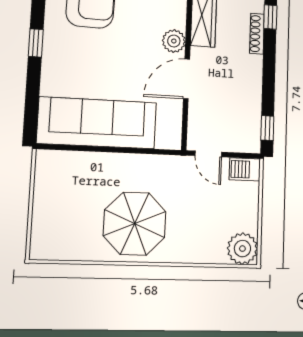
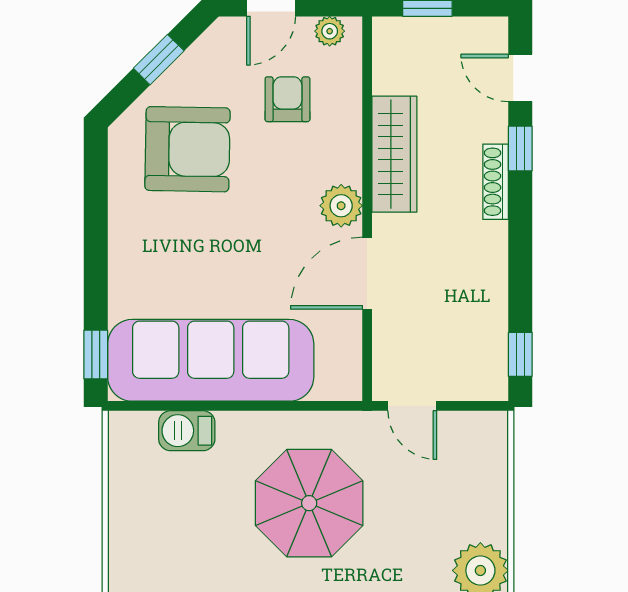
window: (36, 43) -> (96, 355), moved
barbecue: (245, 169) -> (187, 431), moved
parasol: (135, 224) -> (309, 503), moved

